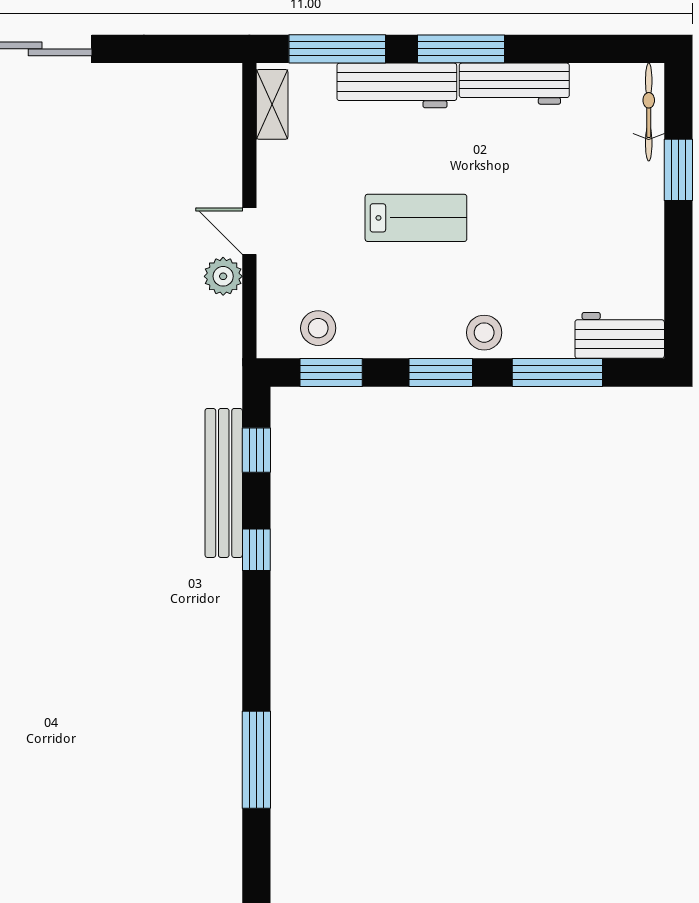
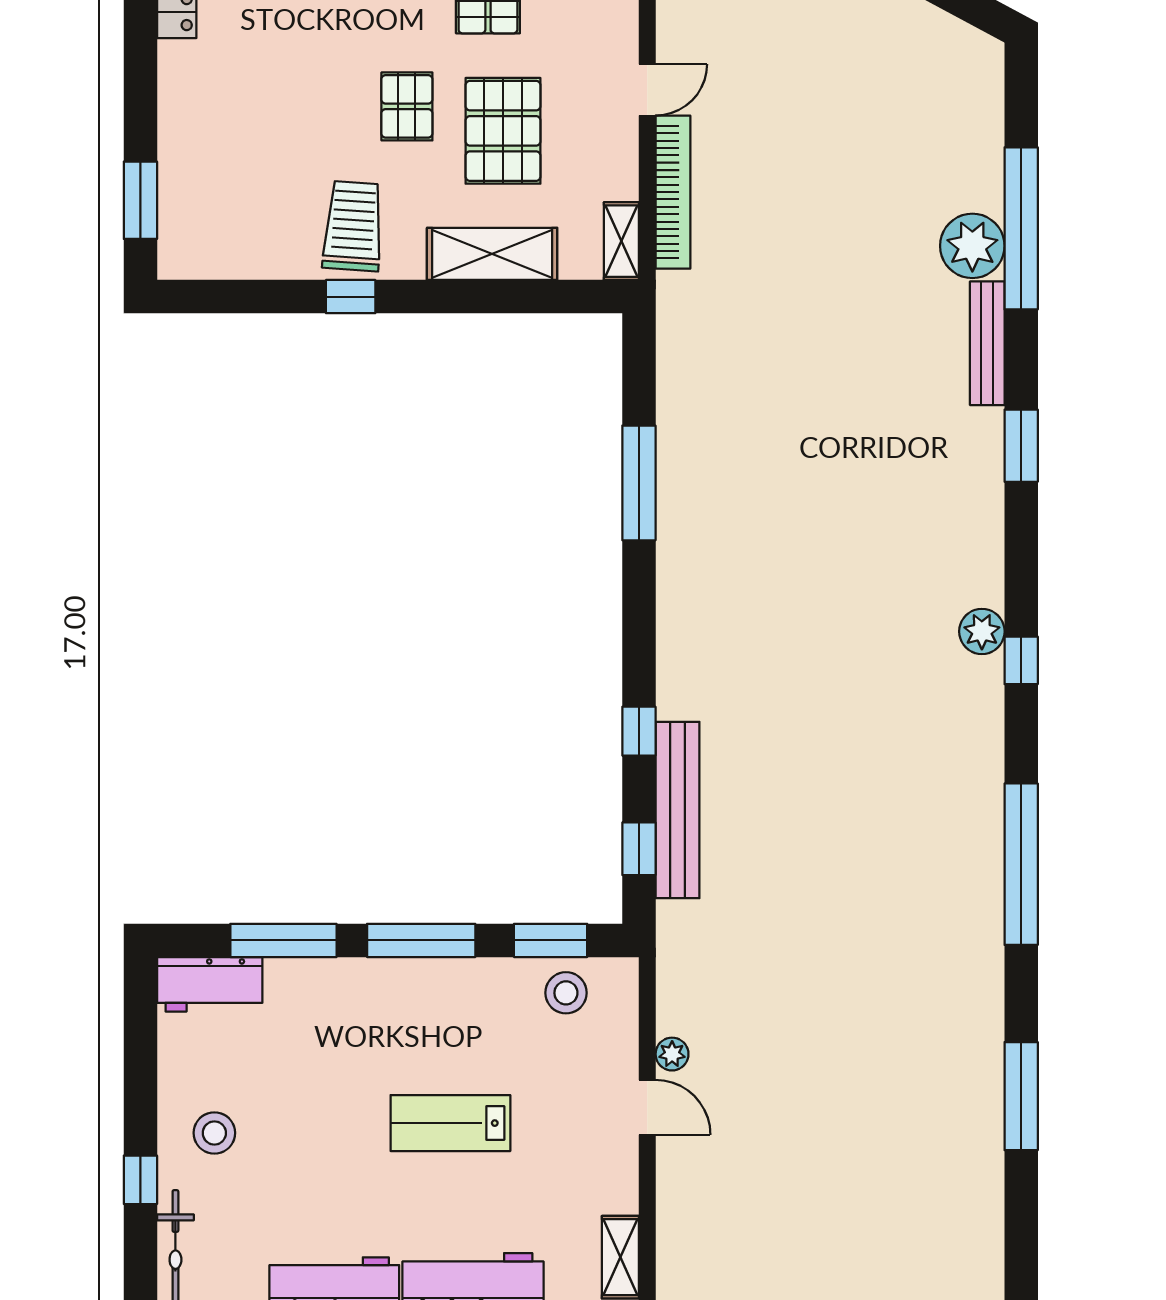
window: (678, 170) -> (140, 1180), width x0.67
plant: (223, 276) -> (672, 1054), width x0.73, depth x0.73
stool: (484, 333) -> (214, 1133), moved
window: (441, 372) -> (421, 940), width x1.44

